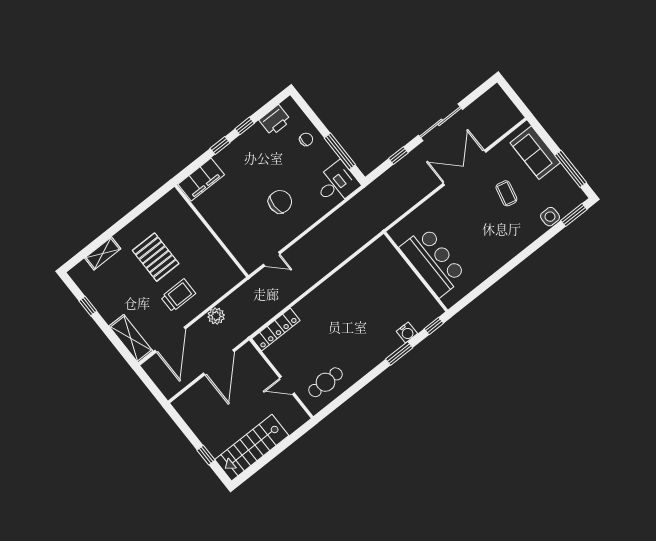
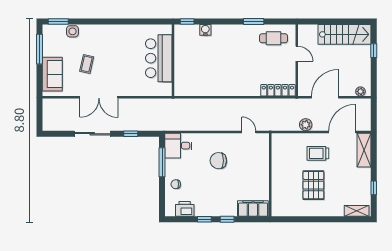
shelving: (103, 253) -> (357, 211), moved
window: (399, 353) -> (254, 22), moved
plant: (185, 399) -> (360, 91), added

